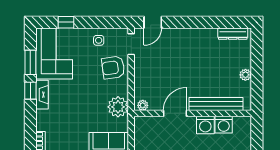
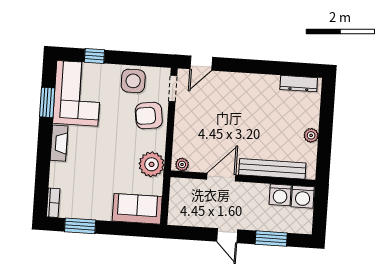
side table: (99, 40) -> (133, 81), width x1.87, depth x1.87
window: (30, 91) -> (45, 137), removed
washing machine: (205, 125) -> (303, 197), moved

